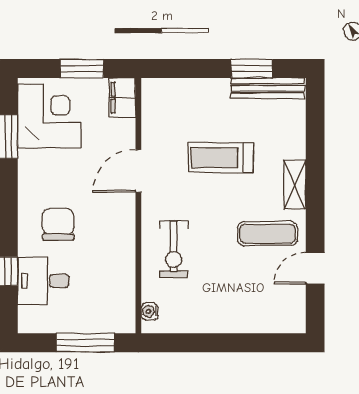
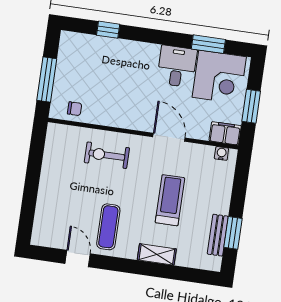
bench: (268, 88) -> (218, 235), width x0.73
shelving: (295, 184) -> (157, 254), moved
chair: (58, 224) -> (75, 109), moved, width x0.54, depth x0.54
desk: (43, 281) -> (177, 66), moved
water cooler: (150, 311) -> (221, 153), moved

